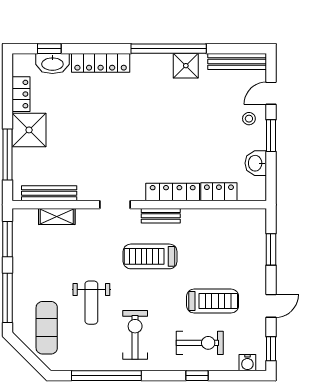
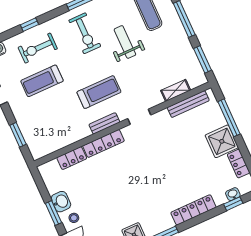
washbasin: (52, 63) -> (233, 194), width x0.52, depth x0.69
washbasin: (256, 163) -> (61, 202), moved

